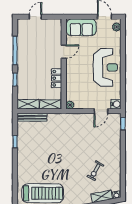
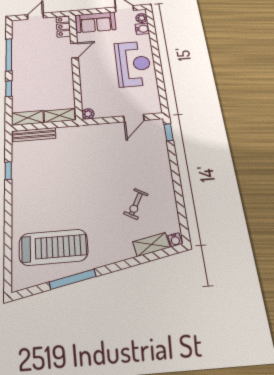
locker: (57, 78) -> (63, 27), moved
water cooler: (116, 104) -> (142, 29), moved

